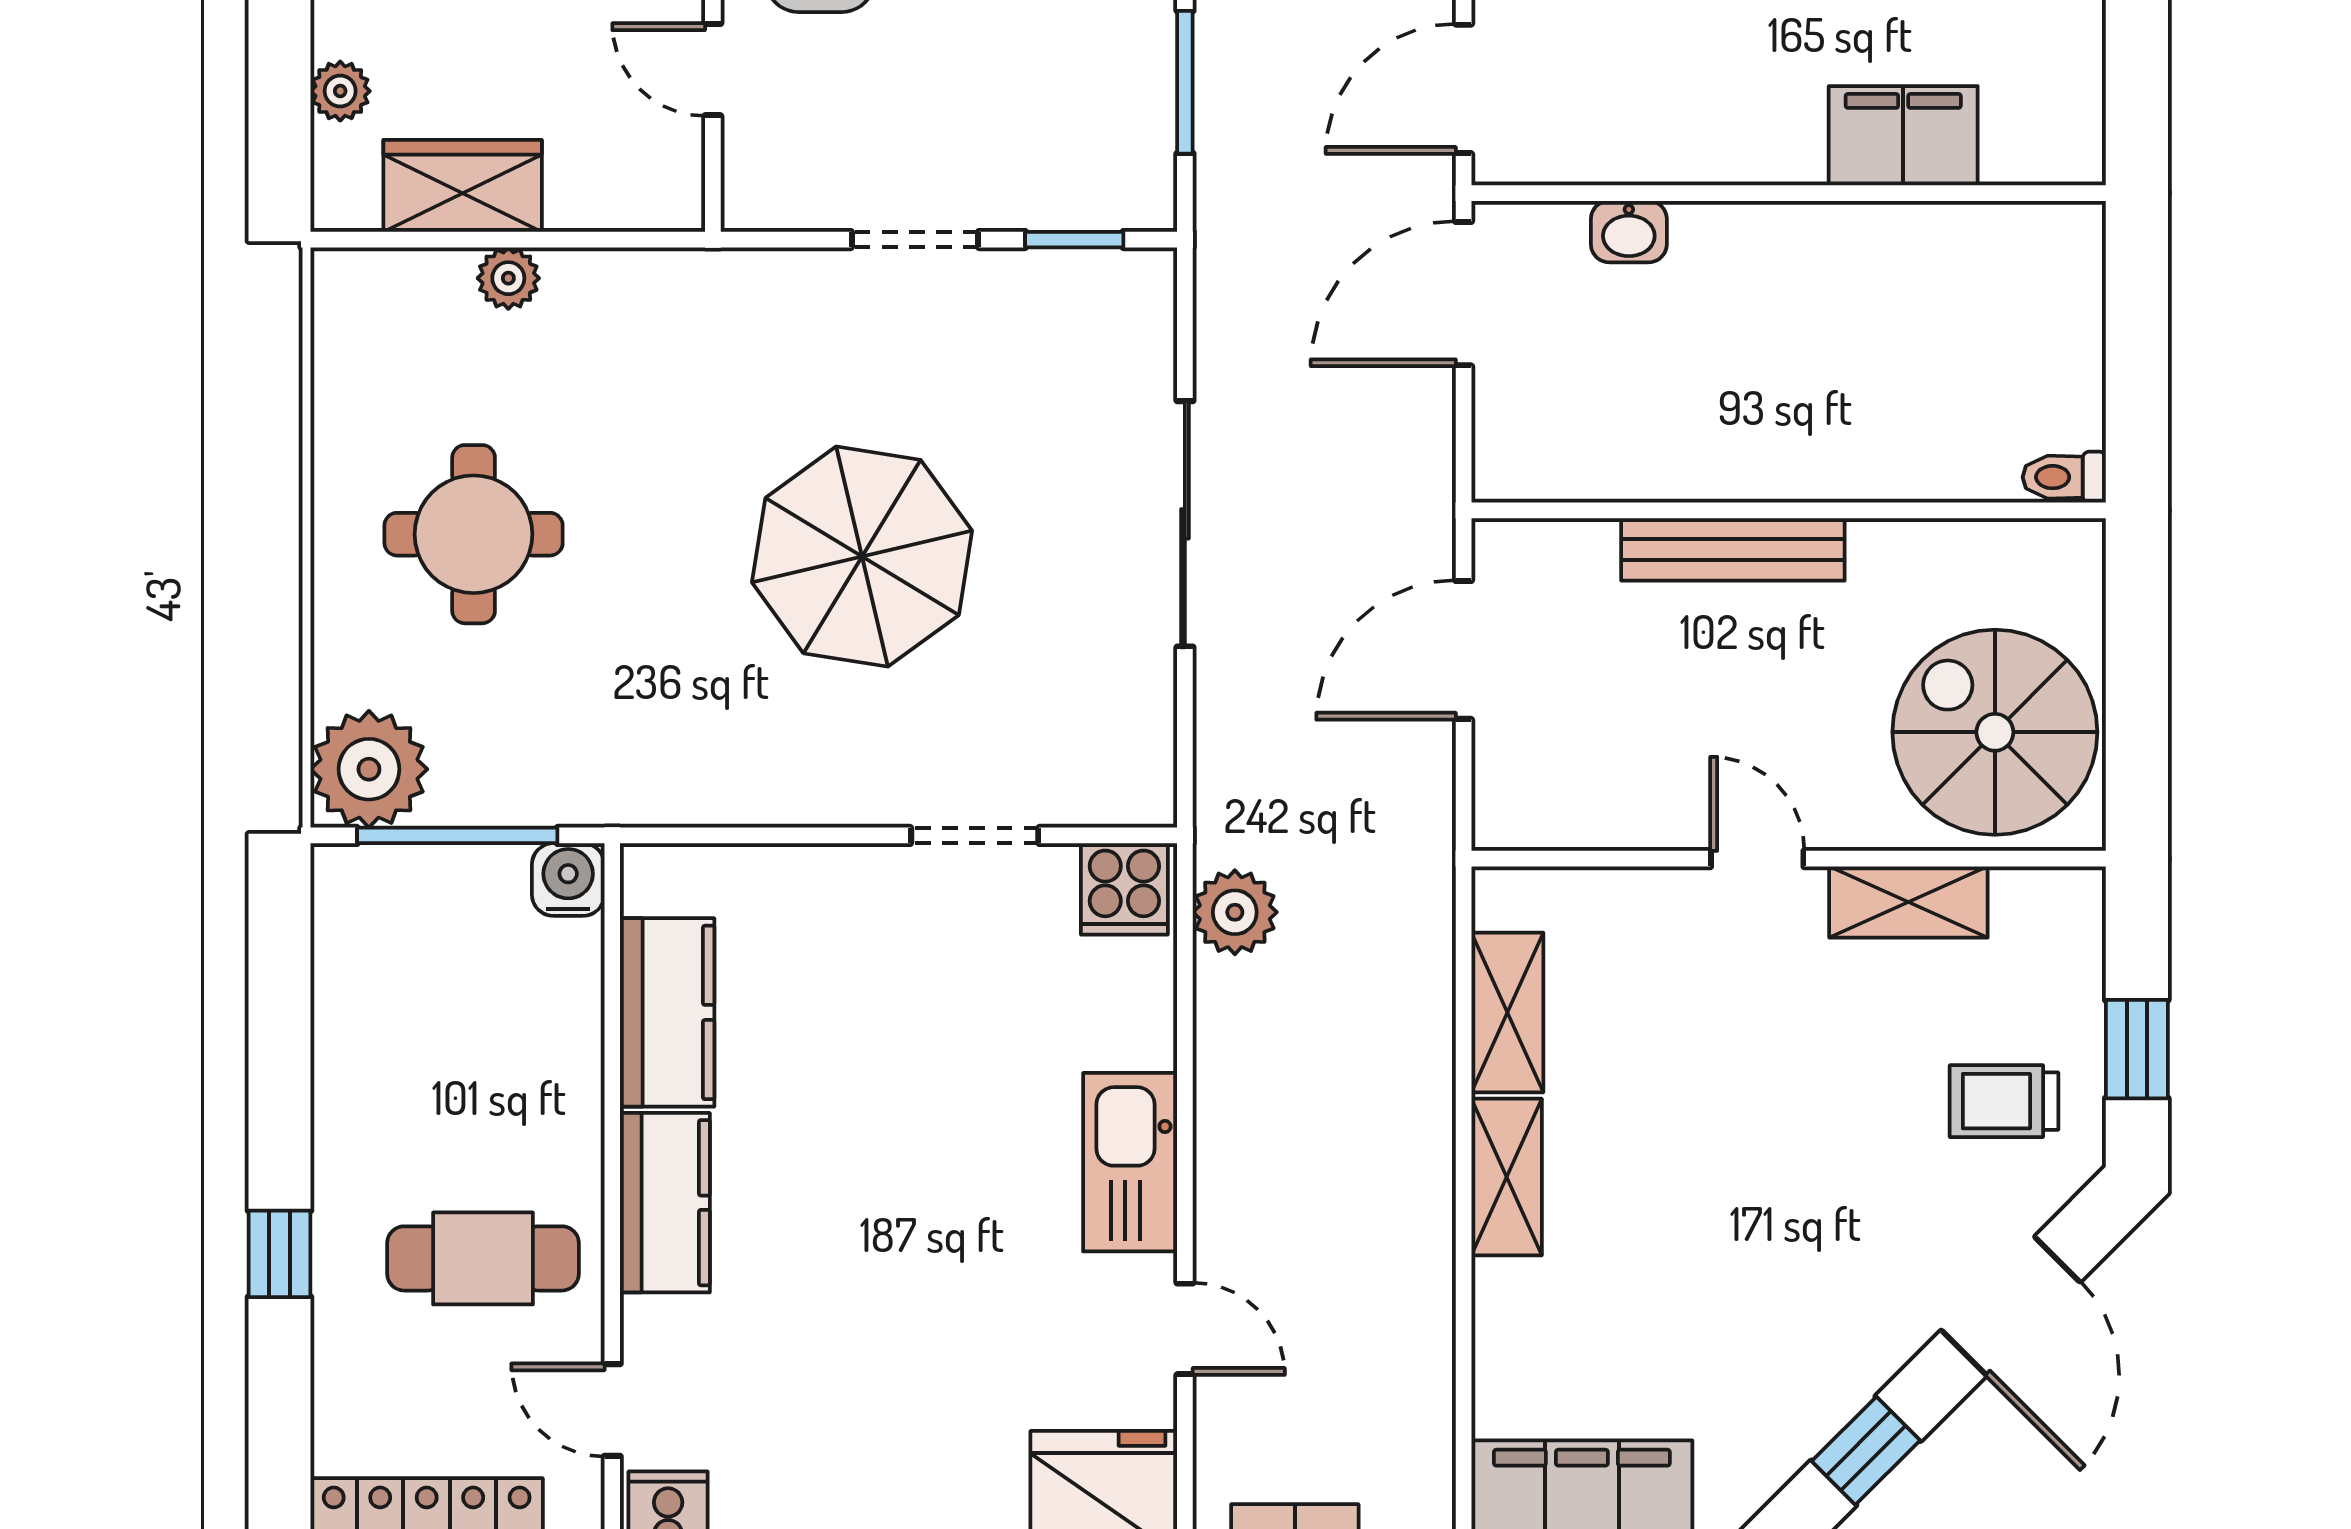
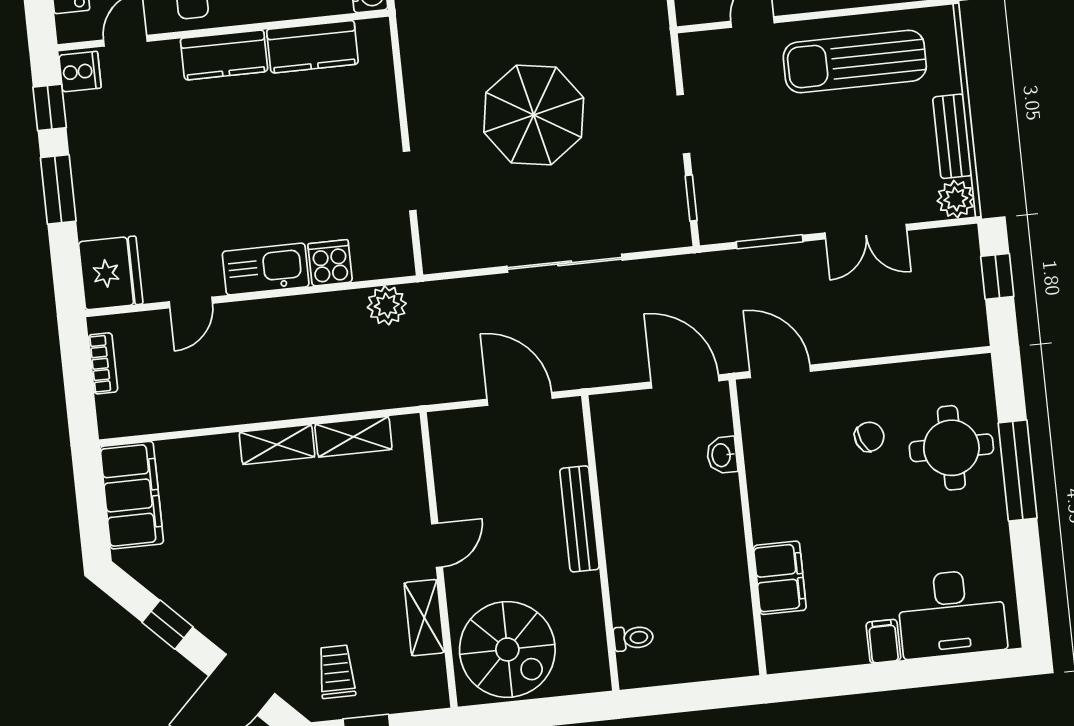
toilet: (2064, 477) -> (633, 638), moved, turned 90
spiral stairs: (1995, 732) -> (507, 649), turned 90
cooker: (1124, 889) -> (330, 263), moved, turned 90

